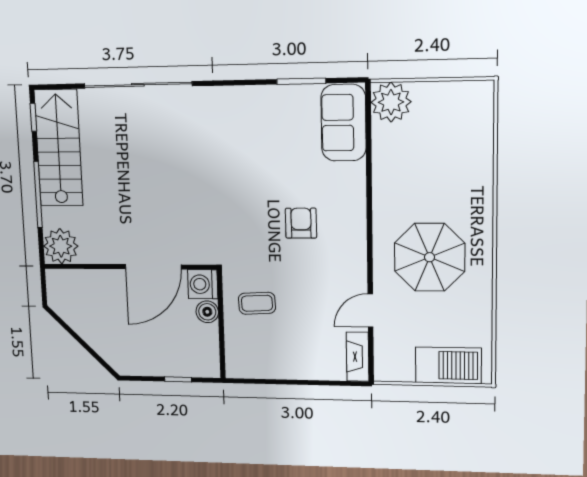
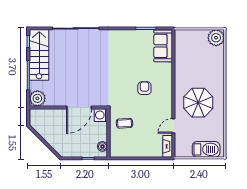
plant: (391, 102) -> (216, 38), moved
boiler: (207, 312) -> (102, 146), moved

